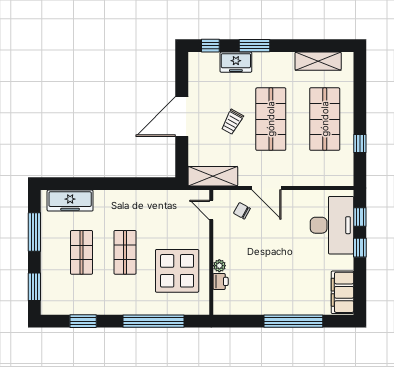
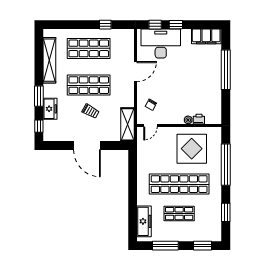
shelving: (318, 61) -> (49, 60), width x1.47
door: (266, 188) -> (136, 72), moved
shop shelf: (125, 252) -> (179, 184), width x2.00, depth x1.36

